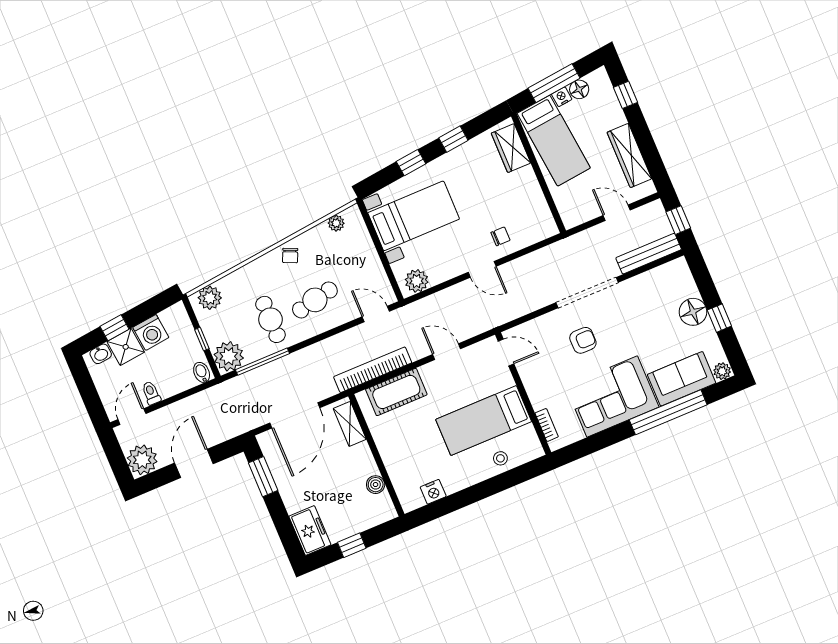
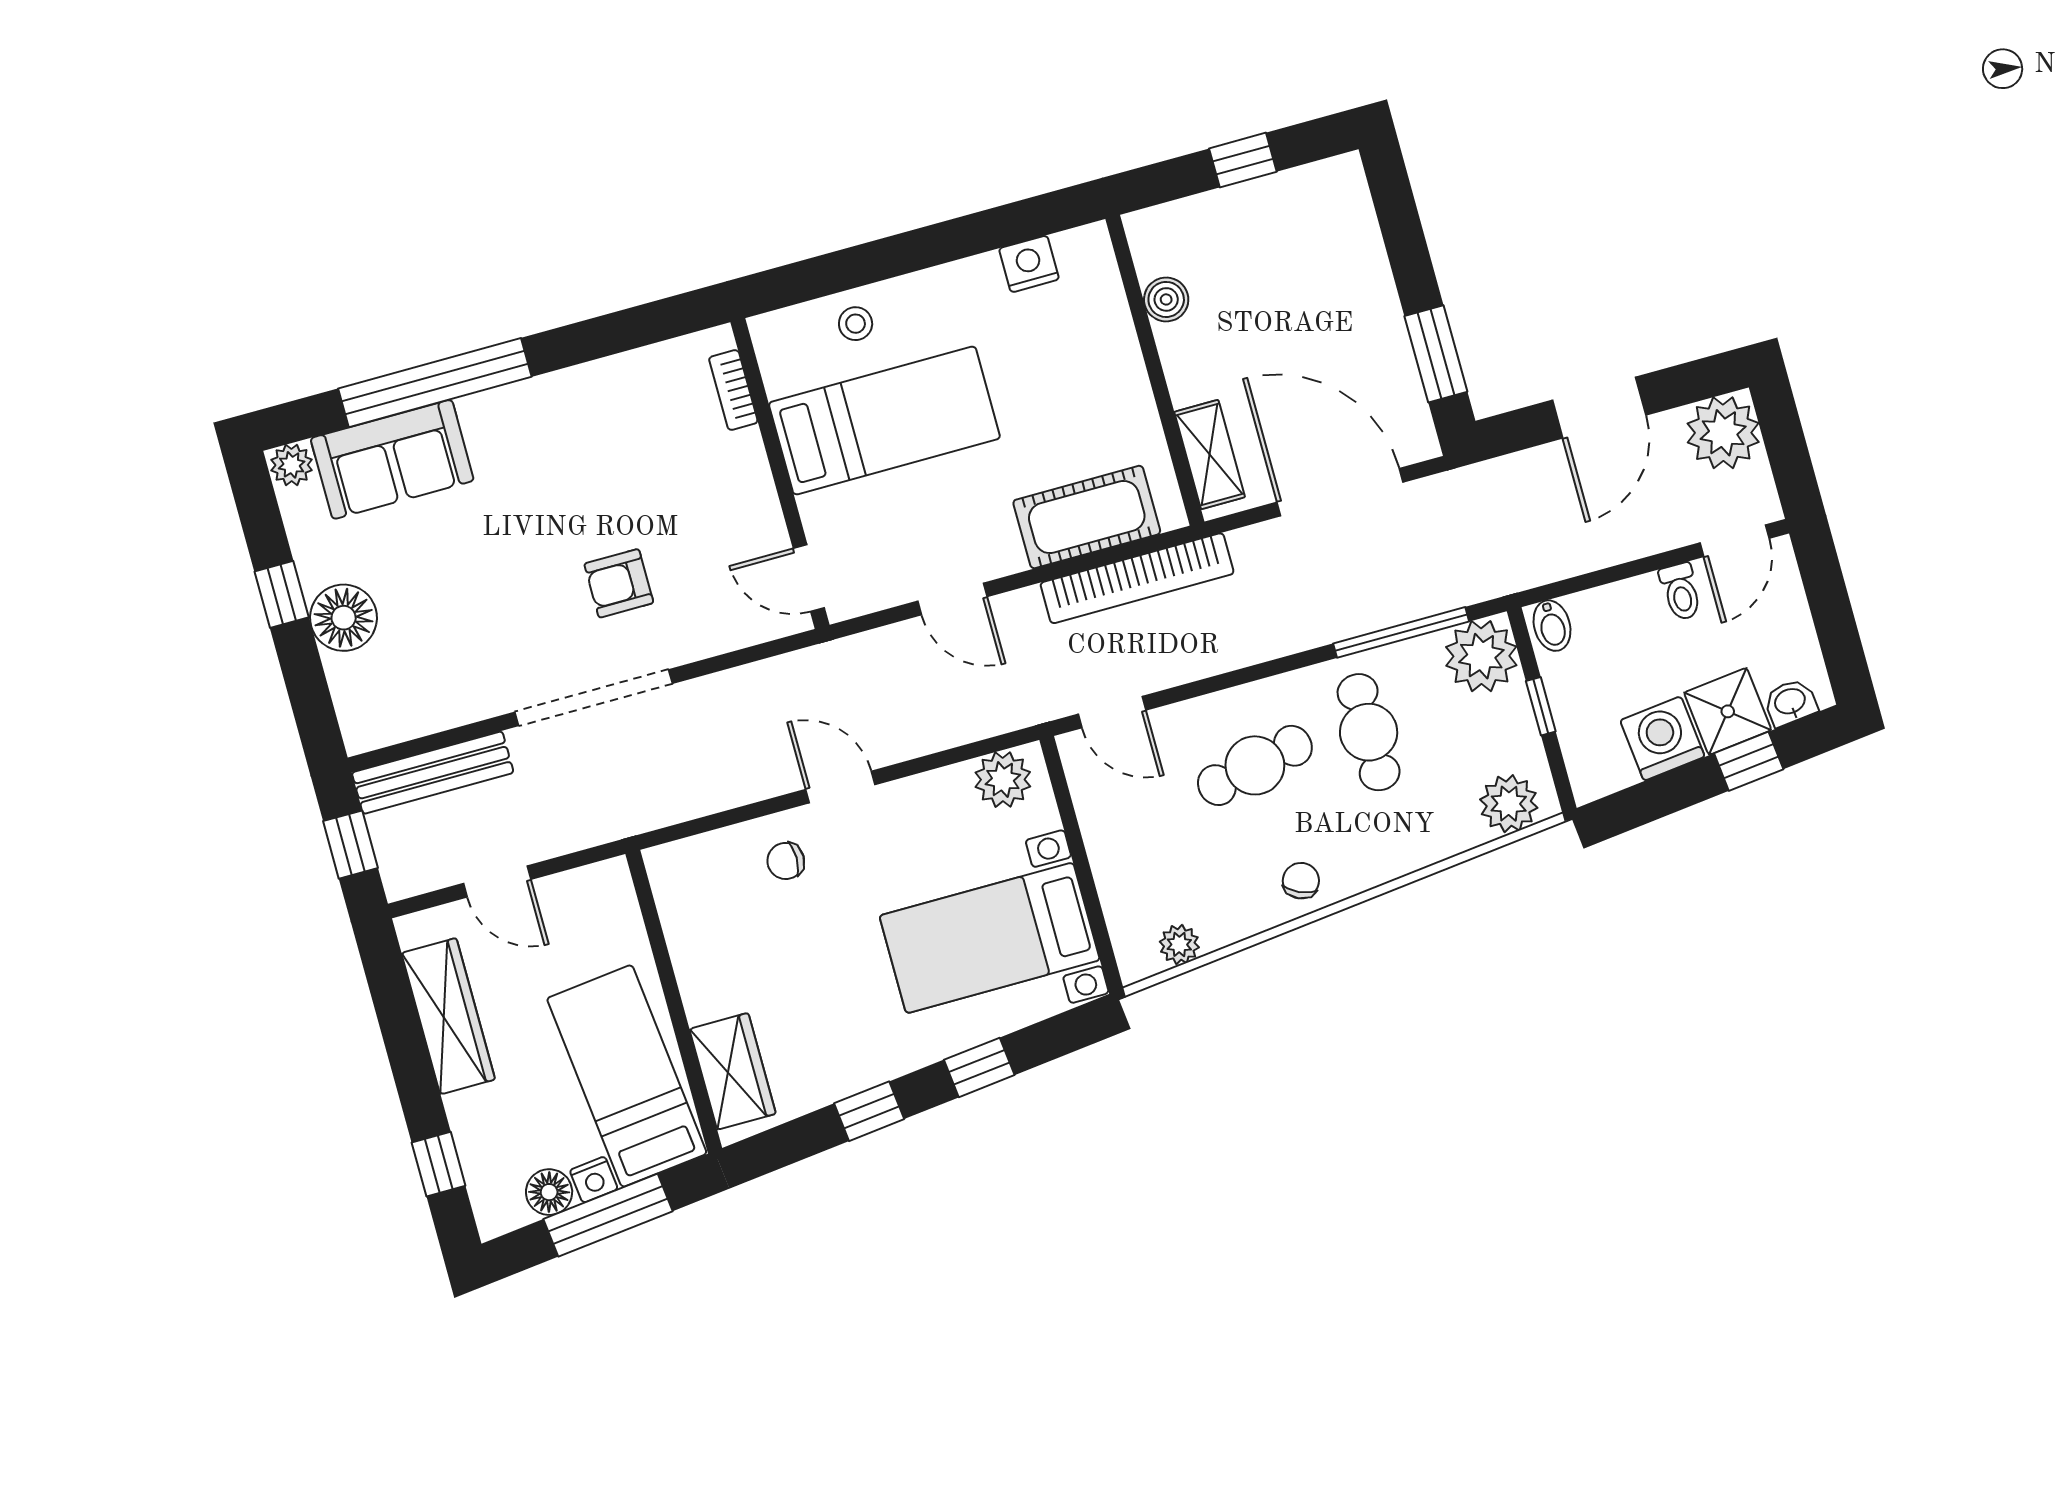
corner sofa: (612, 396) -> (566, 438), removed
door: (295, 415) -> (1340, 492), hinge flipped
freezer: (310, 531) -> (1340, 209), removed

